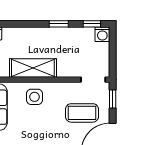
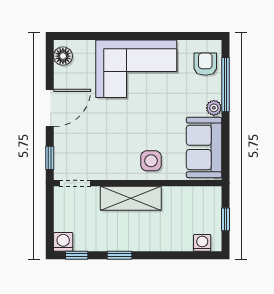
shelving: (33, 68) -> (131, 198), moved
coffee table: (82, 113) -> (89, 140), removed

